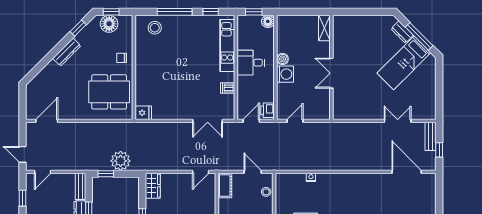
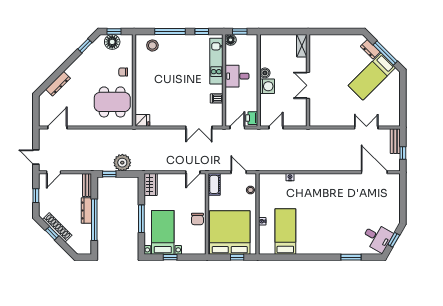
floor lamp: (268, 21) -> (231, 40), moved
dresser: (67, 52) -> (58, 84), moved

